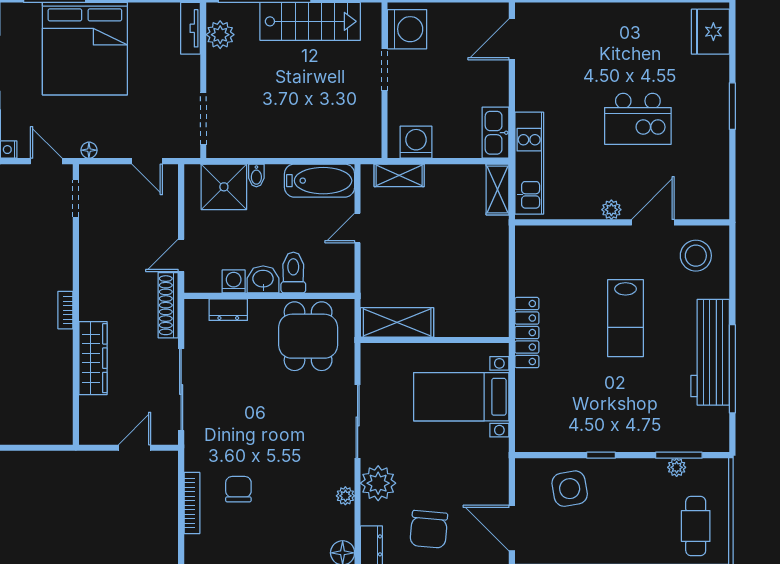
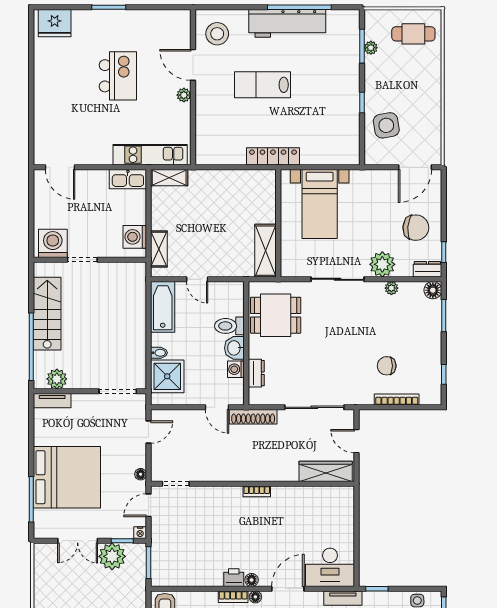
lab bench: (626, 318) -> (263, 85), turned 180
wardrobe: (93, 358) -> (326, 471), moved

